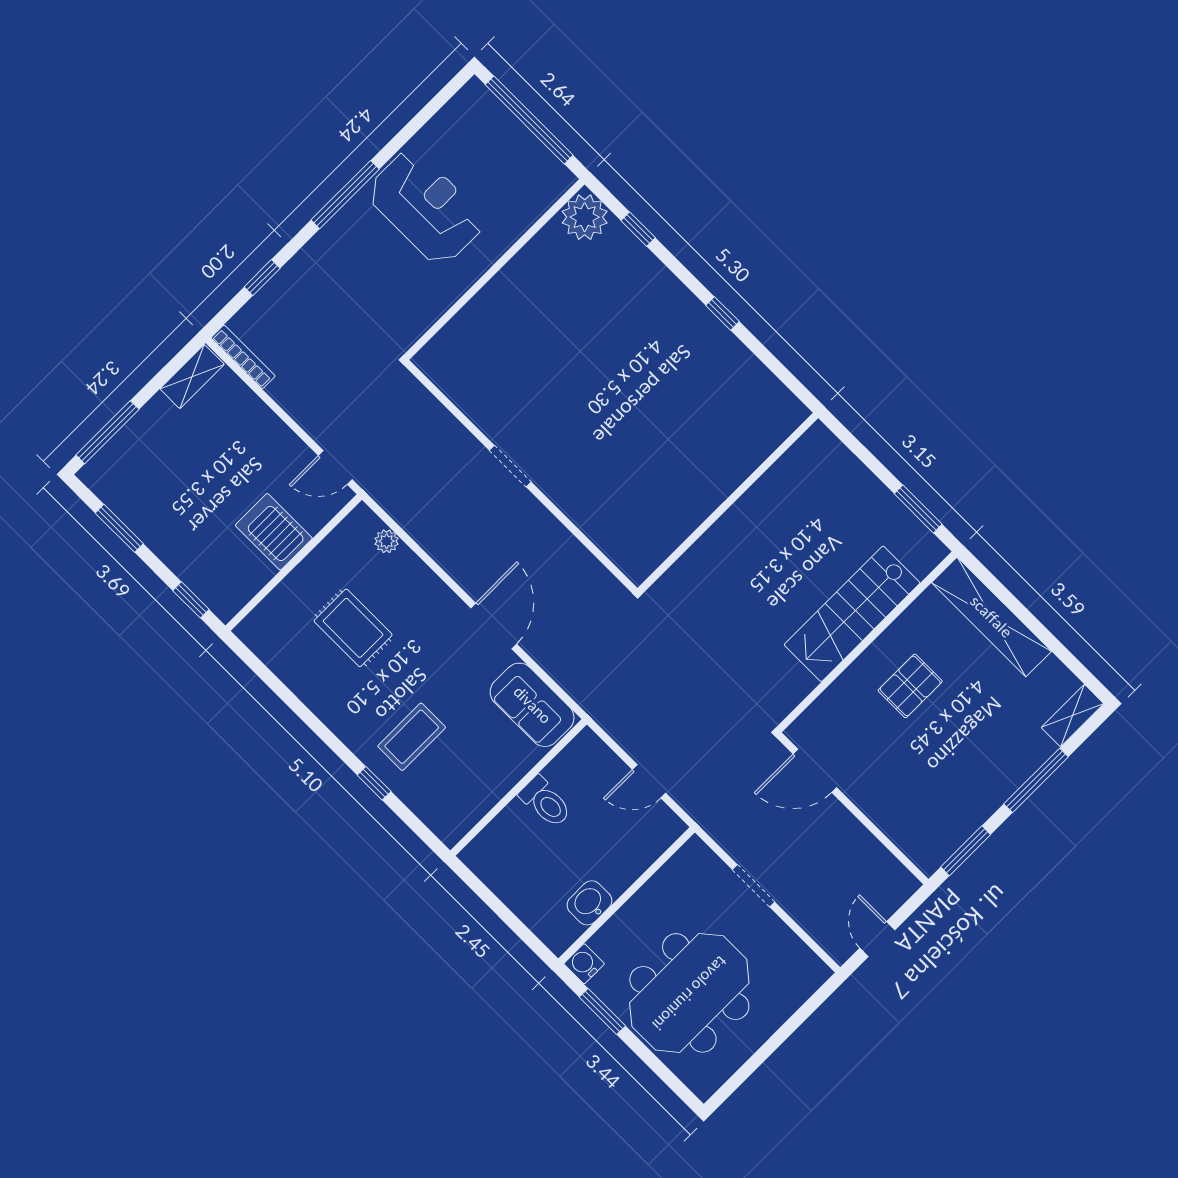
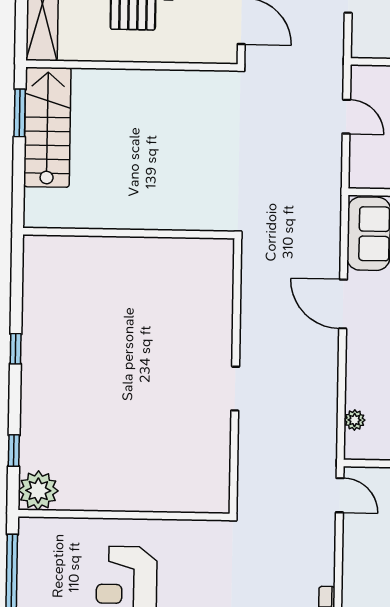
stairs: (852, 614) -> (47, 127), moved, turned -90
door: (494, 626) -> (343, 304), hinge flipped

